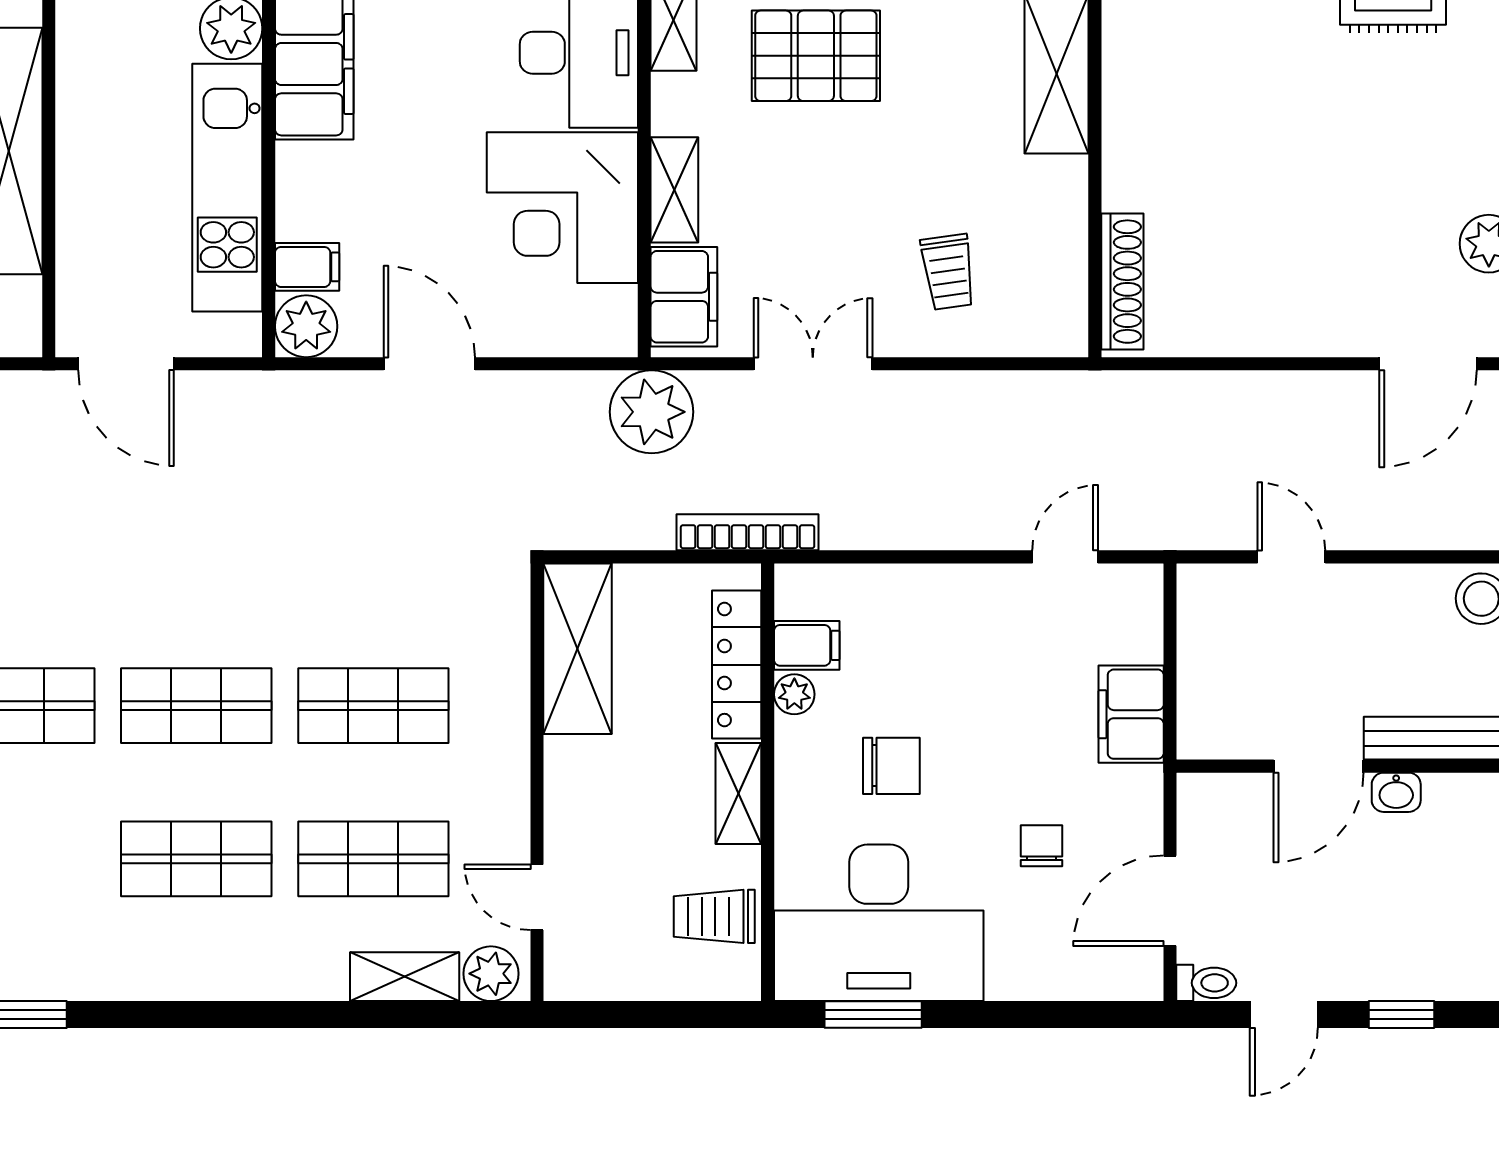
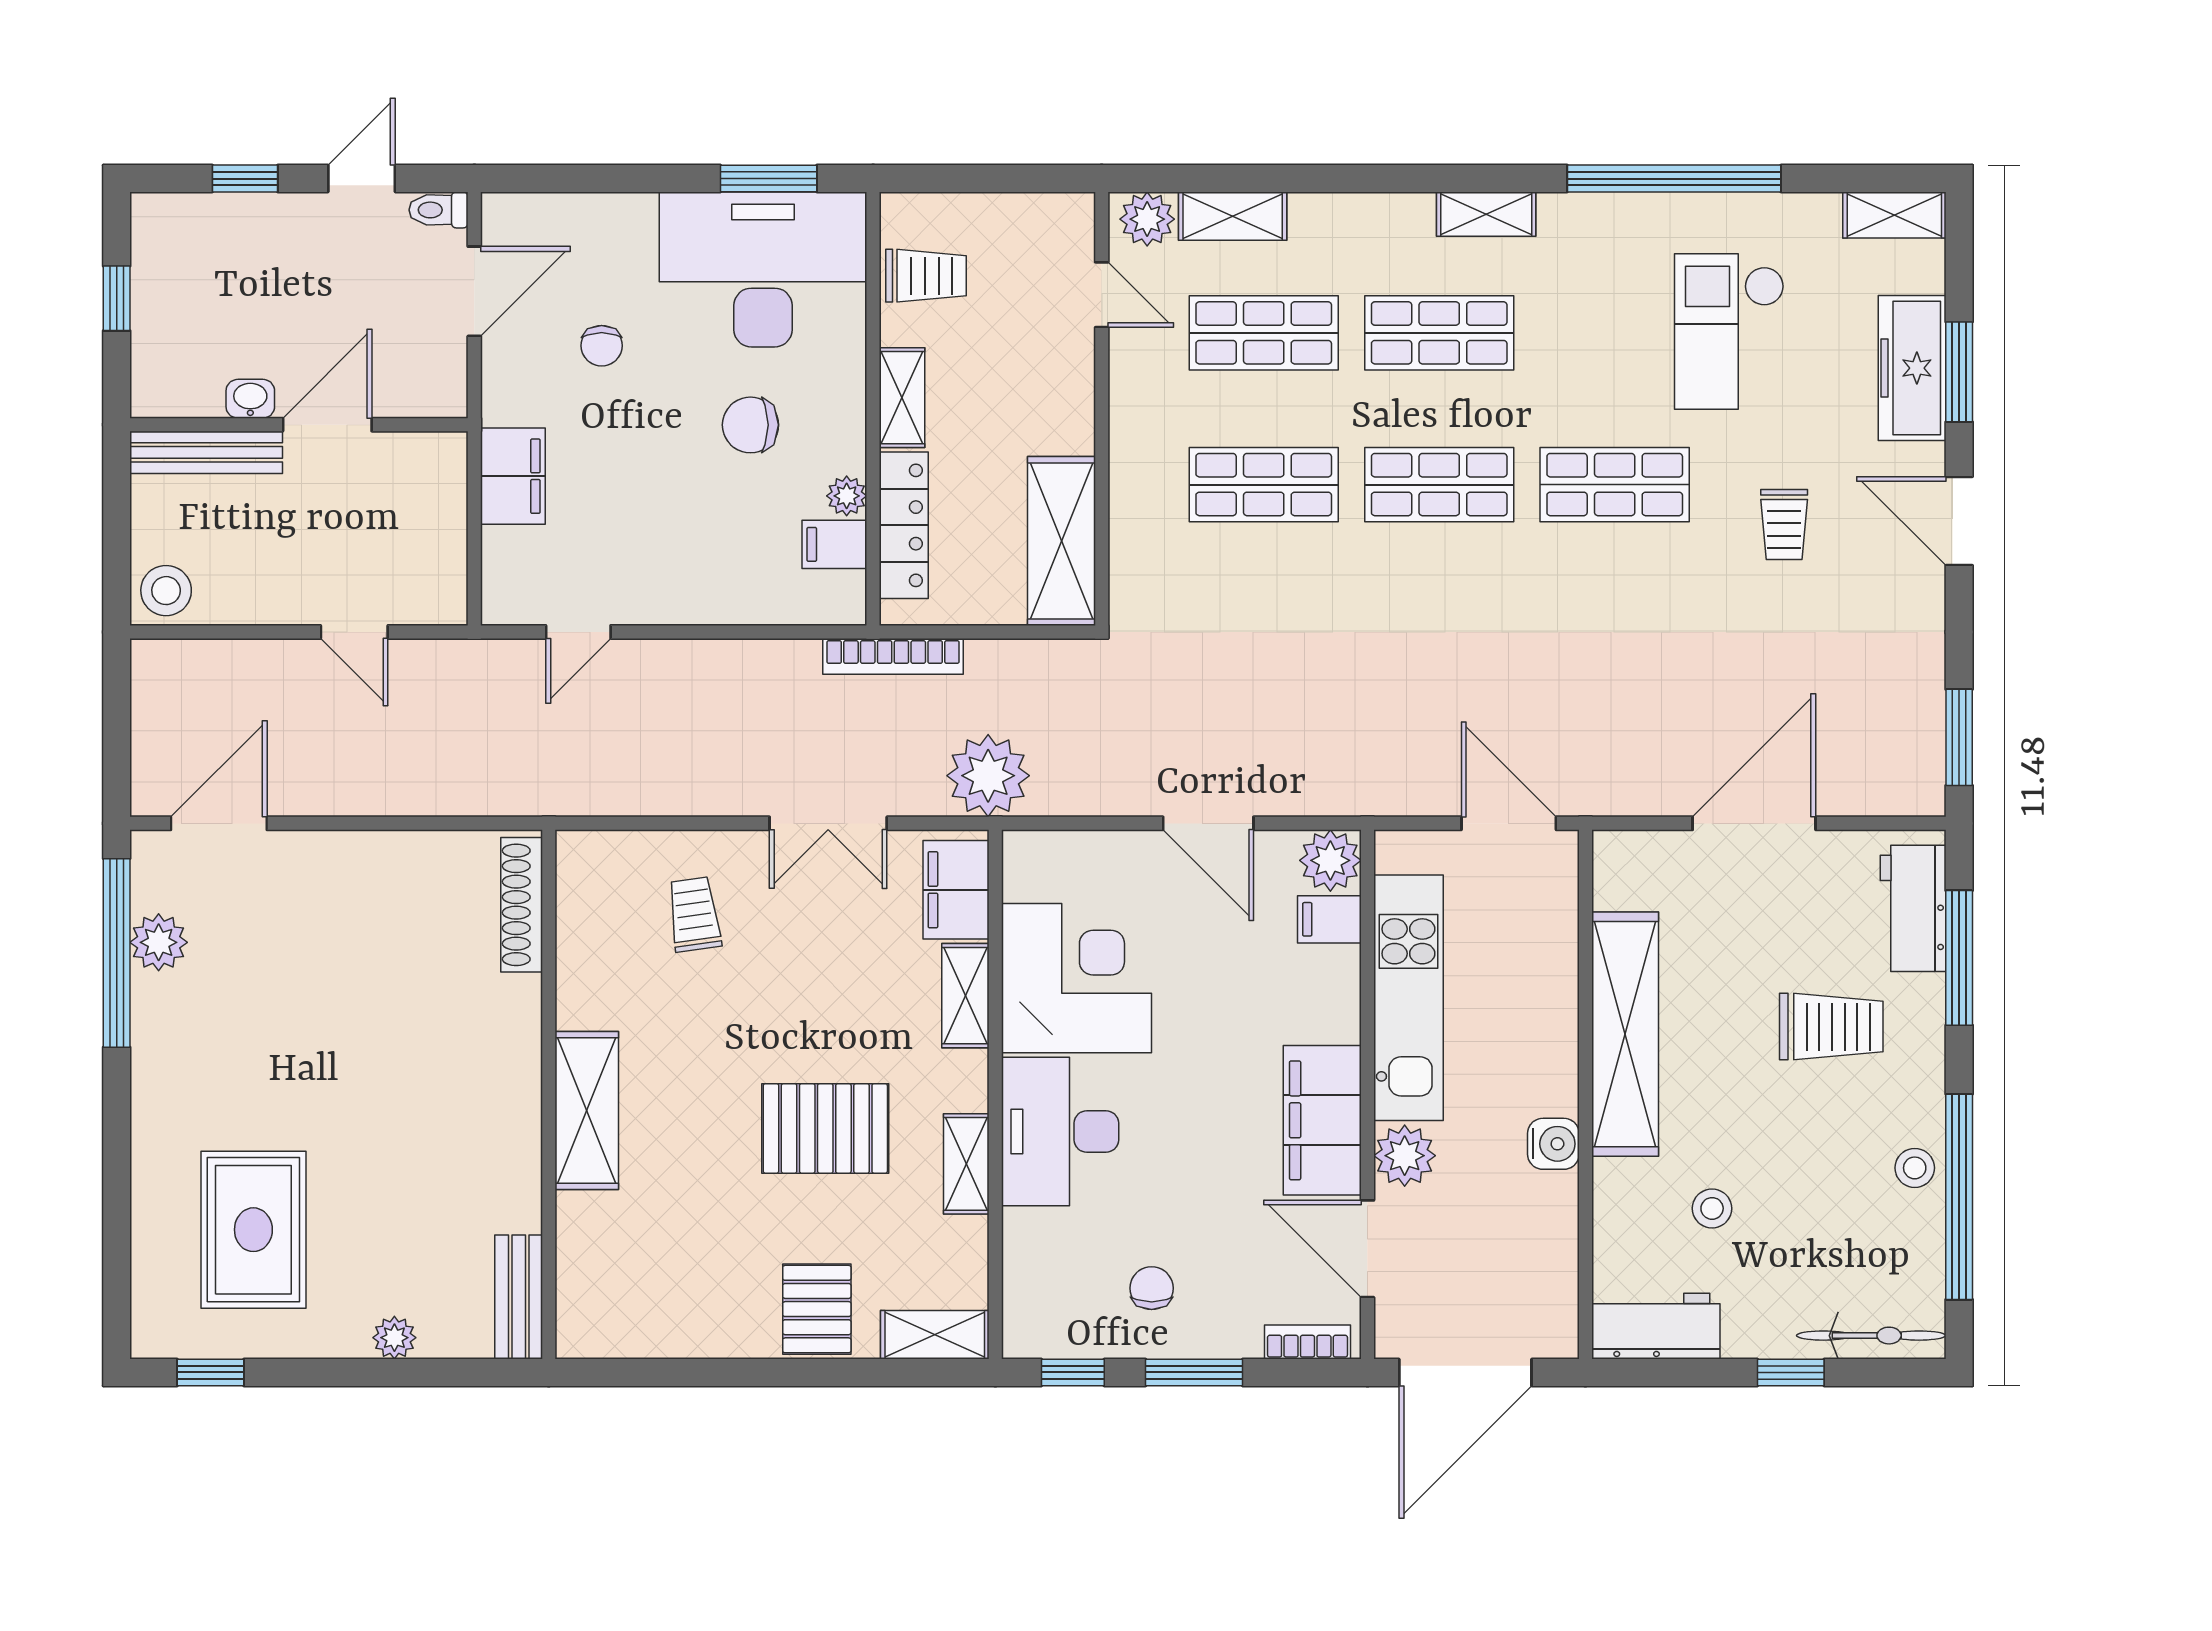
water cooler: (81, 40) -> (1553, 1144), added
shelving: (149, 979) -> (1486, 214), added

